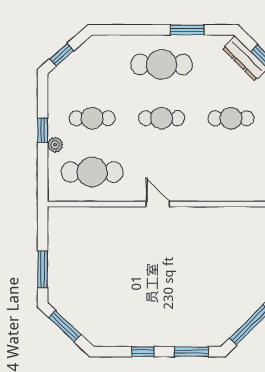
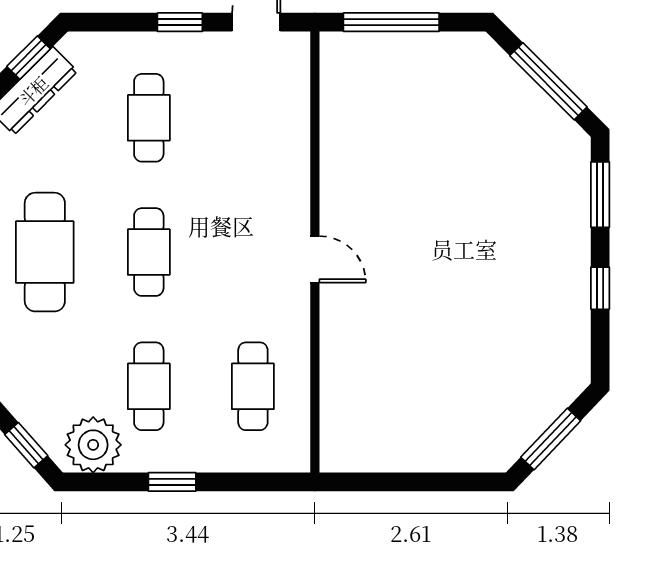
plant: (55, 145) -> (93, 445), moved, width x1.87, depth x1.87
cafe table: (92, 172) -> (253, 386), width x0.73, depth x0.74
door: (158, 204) -> (315, 259), swing flipped
window: (43, 269) -> (441, 482), removed

